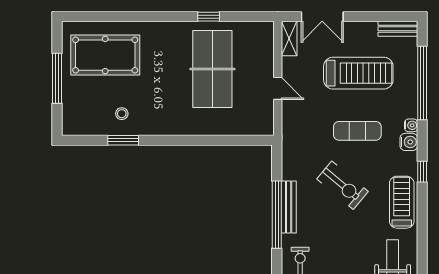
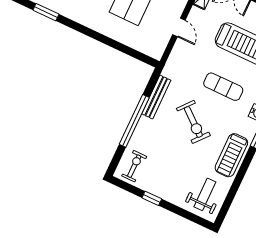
treadmill: (402, 202) -> (231, 155), turned 180
bench: (289, 207) -> (156, 97), moved

